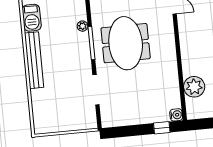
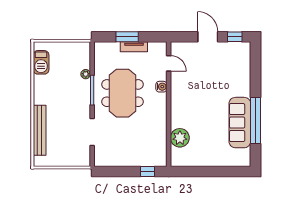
bench: (34, 60) -> (40, 130), moved
water cooler: (176, 115) -> (161, 87), moved

